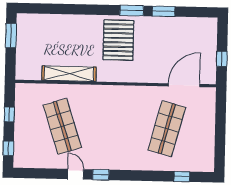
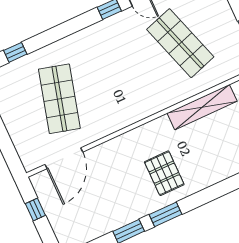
pallet: (118, 40) -> (164, 173), width x0.73, depth x0.71

